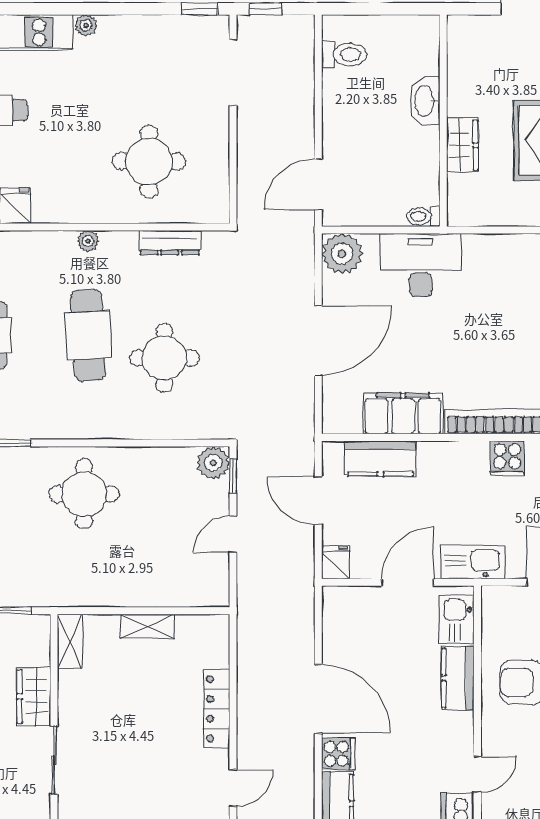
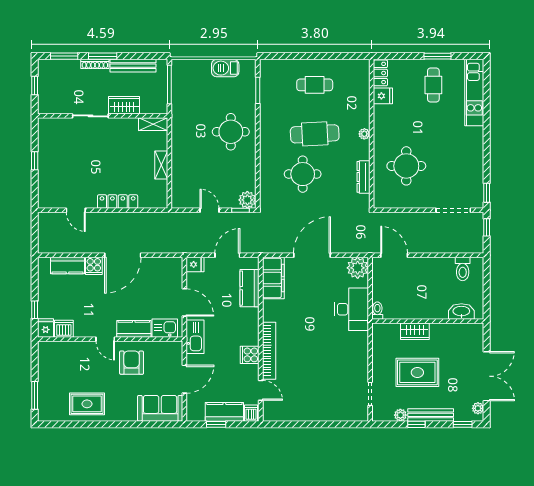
plant: (86, 25) -> (478, 133), removed
washbasin: (425, 101) -> (461, 312), moved
door: (318, 340) -> (312, 255), swing flipped
filing cabinet: (403, 413) -> (273, 278), moved
door: (477, 774) -> (105, 339), moved

